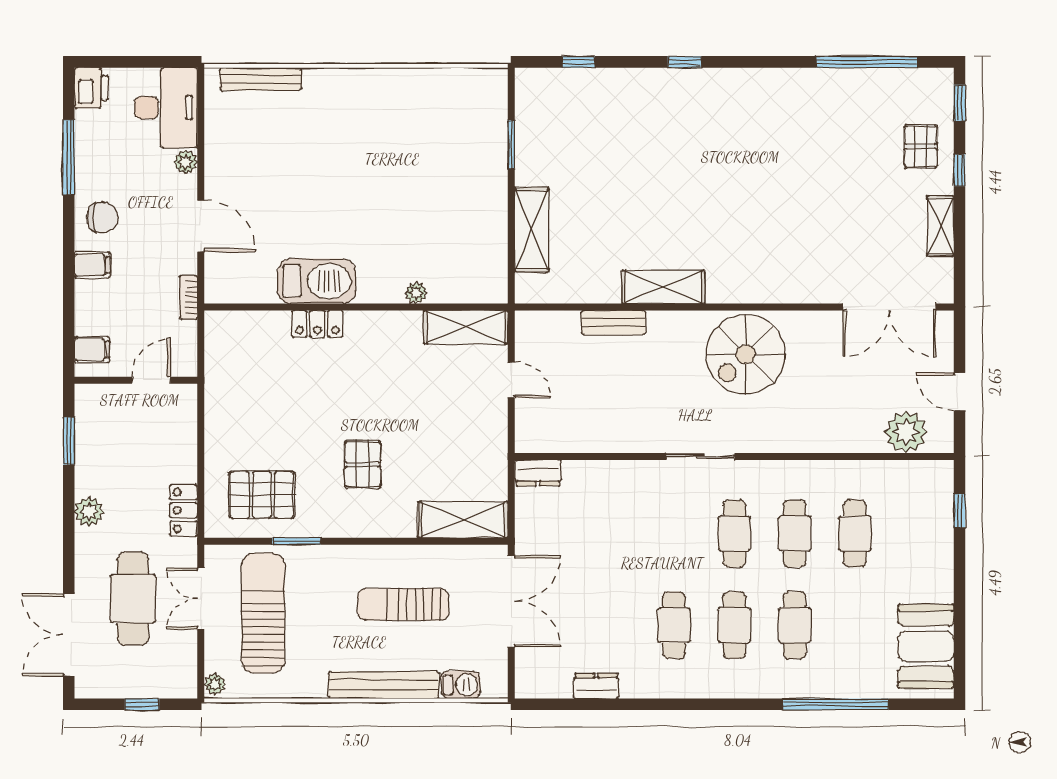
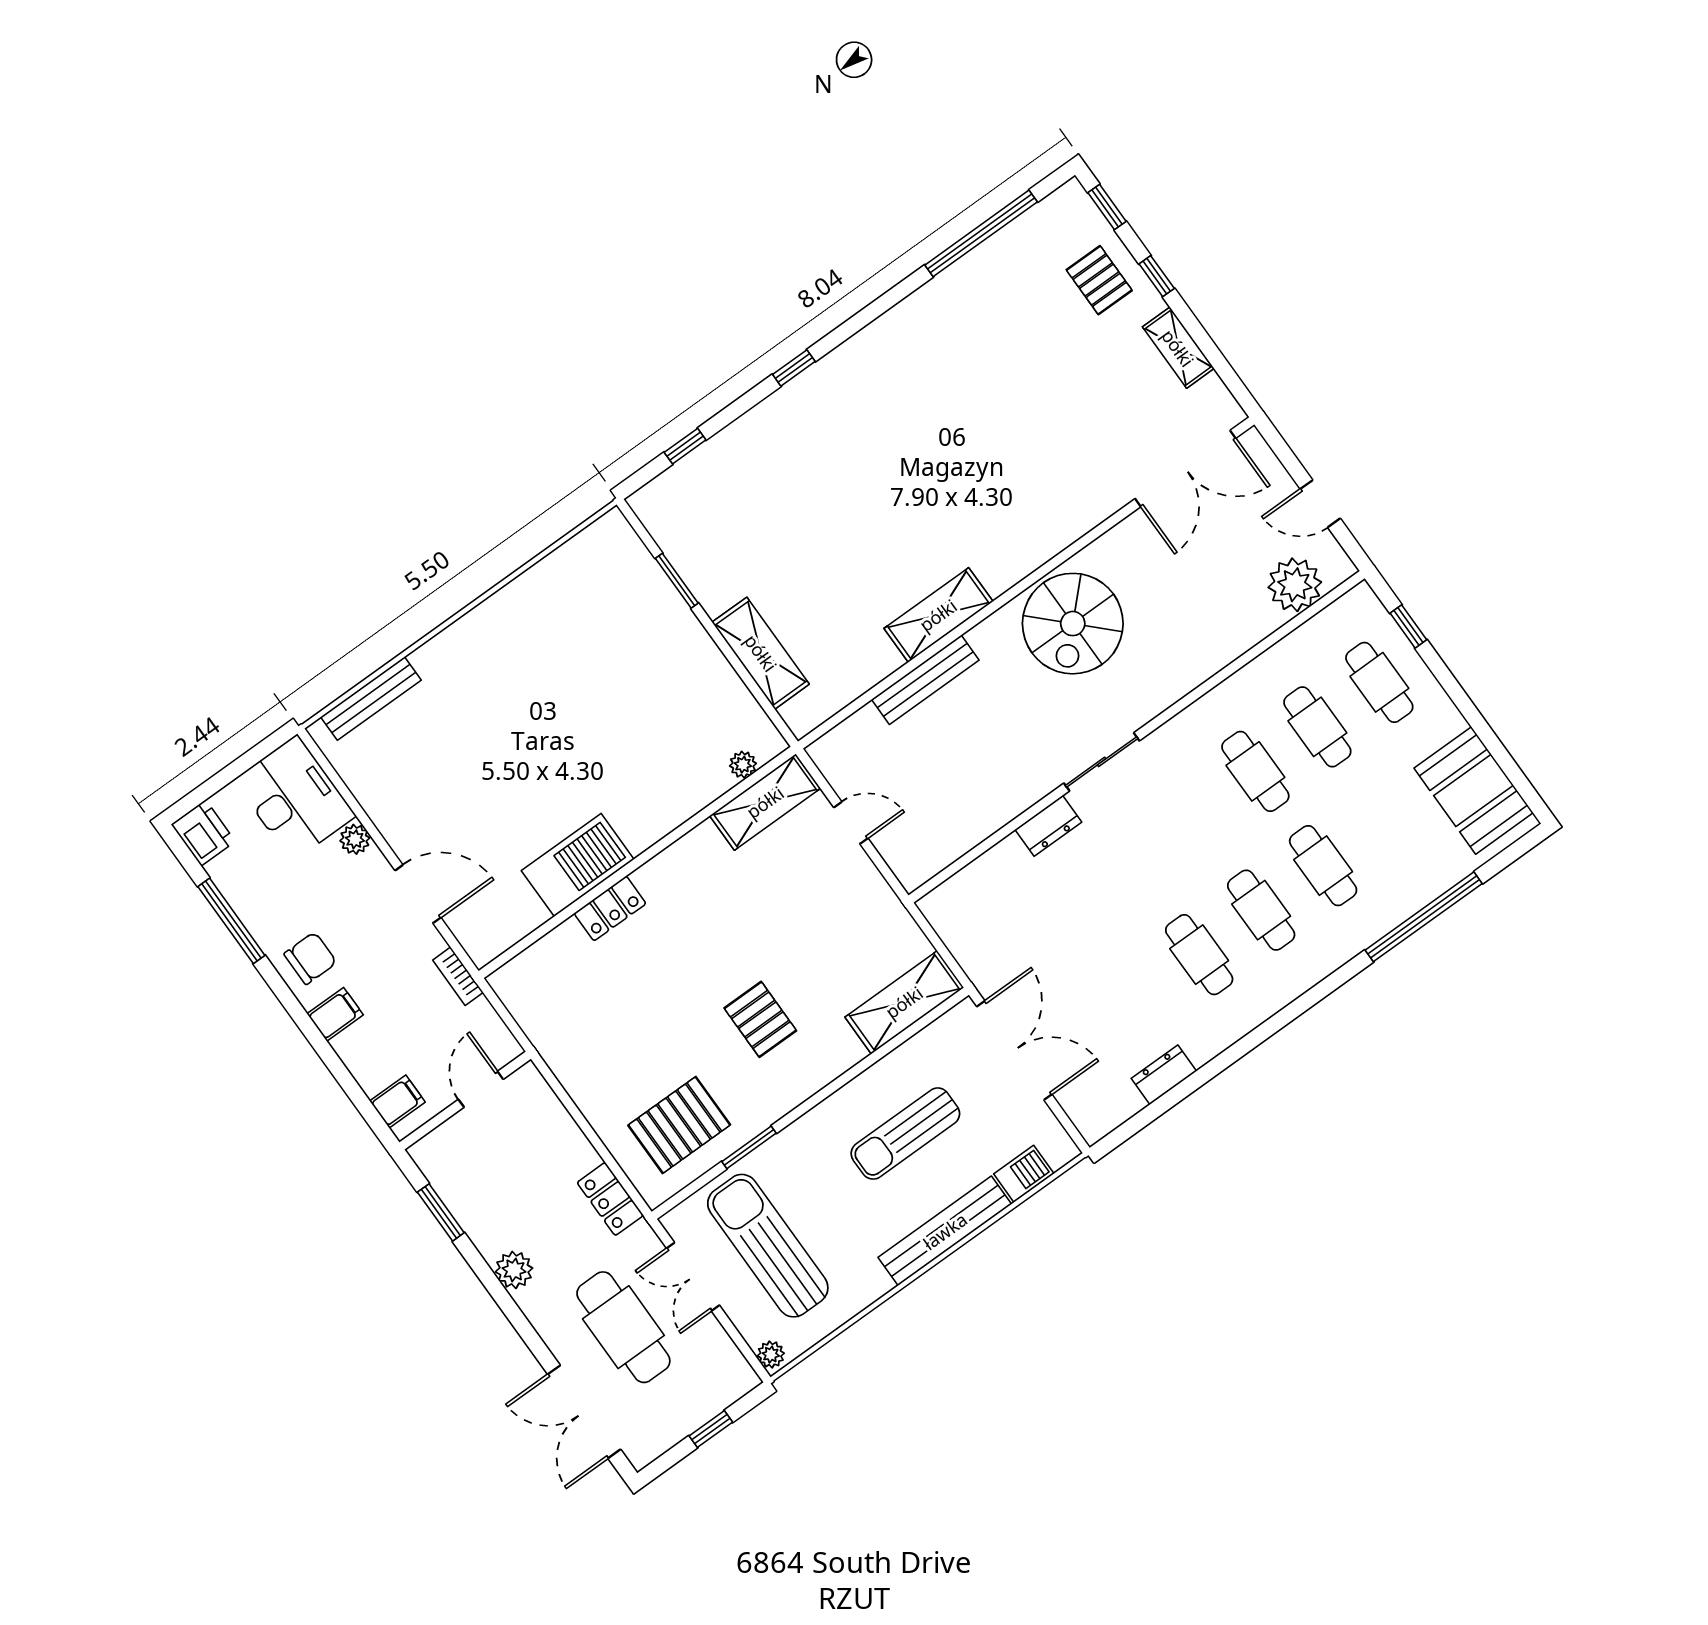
plant: (416, 293) -> (743, 765), moved
bench: (613, 322) -> (925, 680), width x1.36
dresser: (538, 473) -> (1048, 826), moved
cafe table: (734, 533) -> (1379, 682), moved

